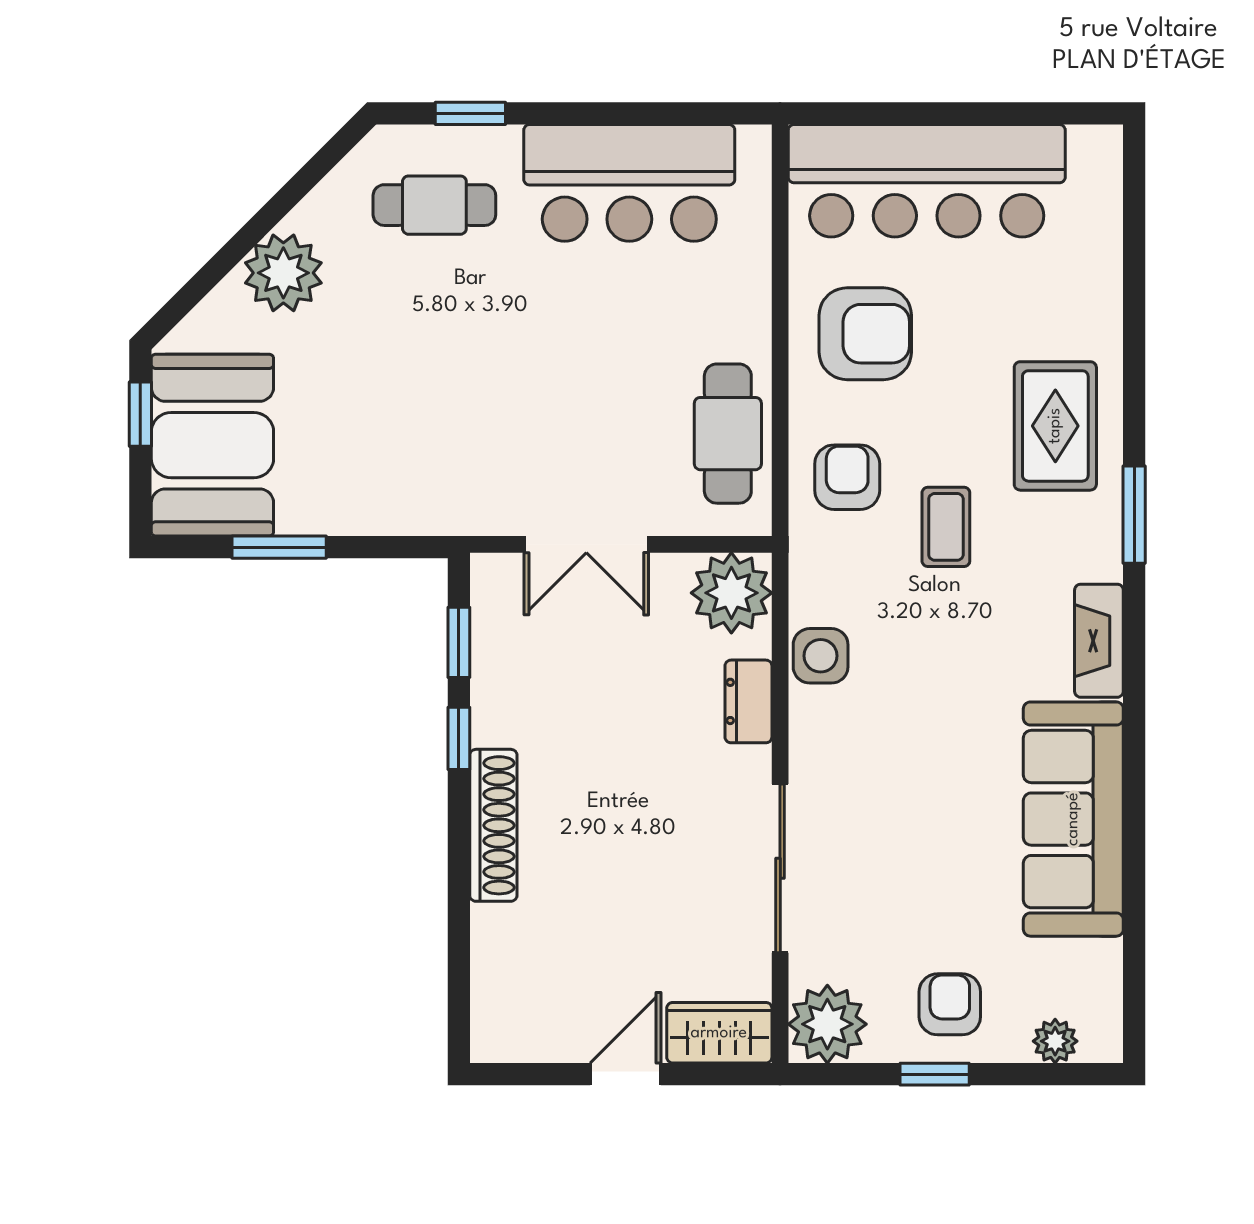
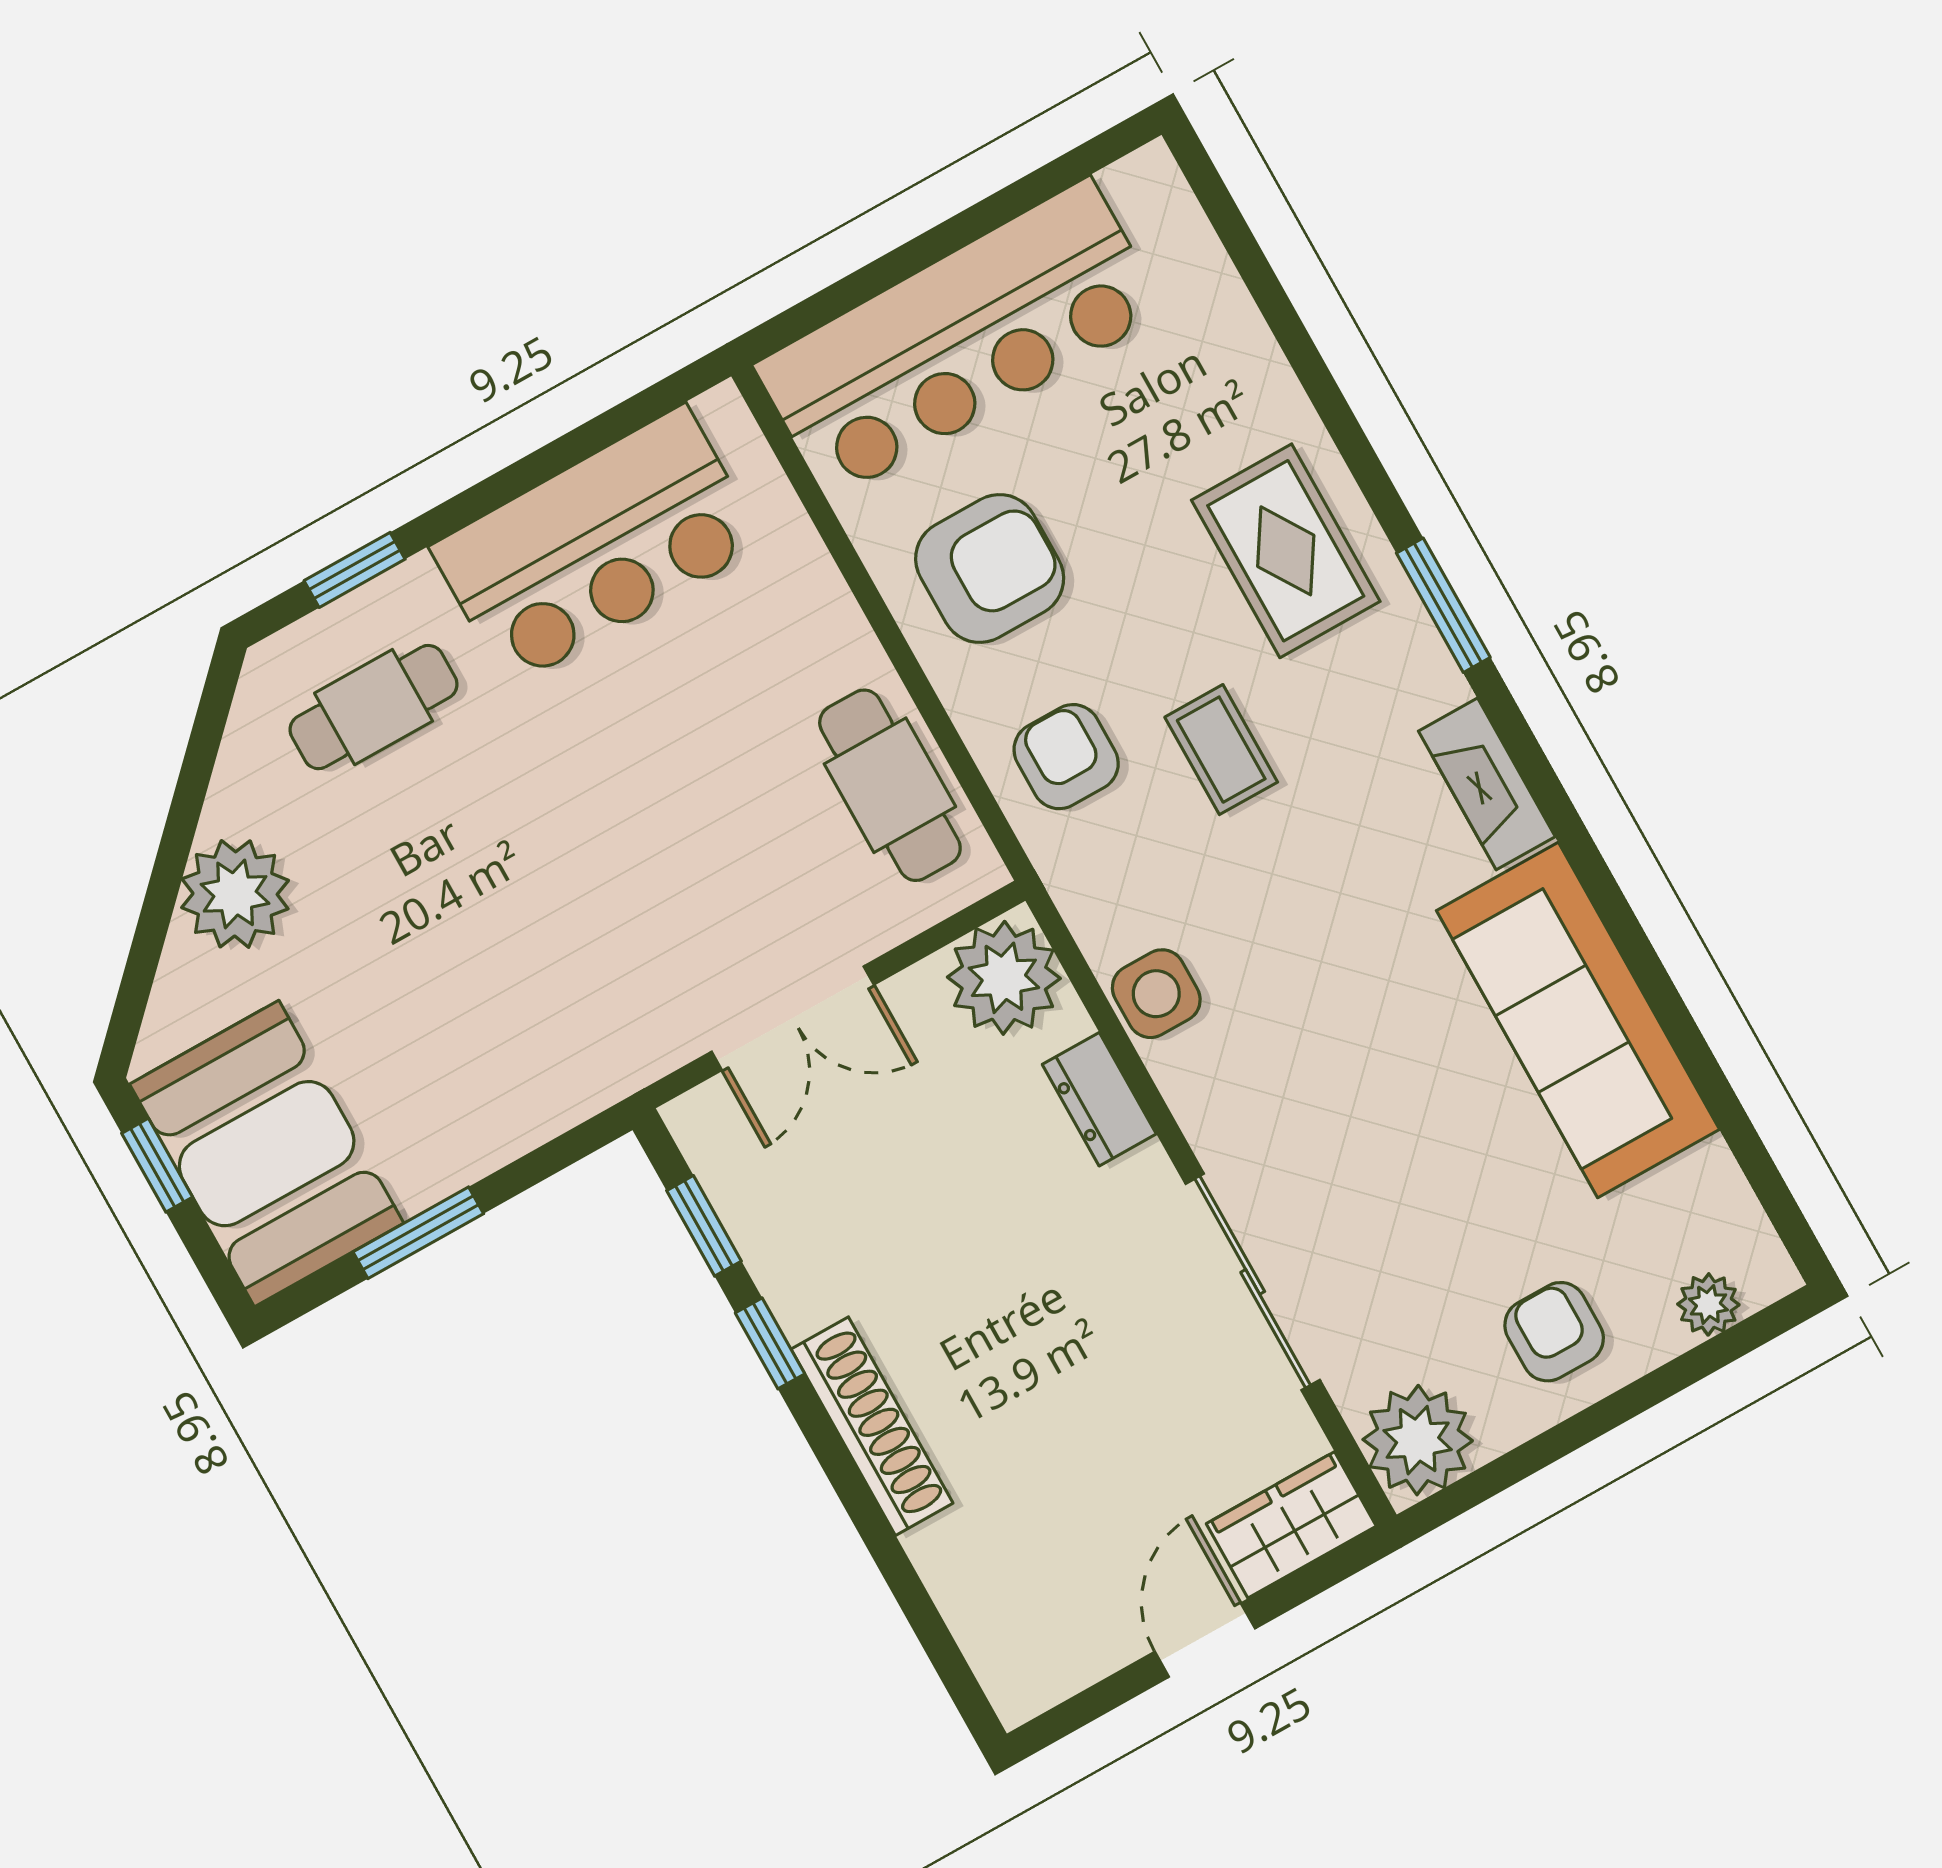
window: (935, 1074) -> (1584, 1428), removed

